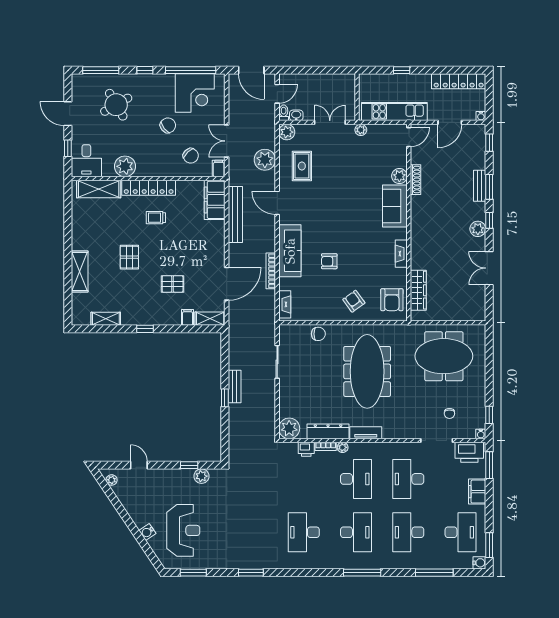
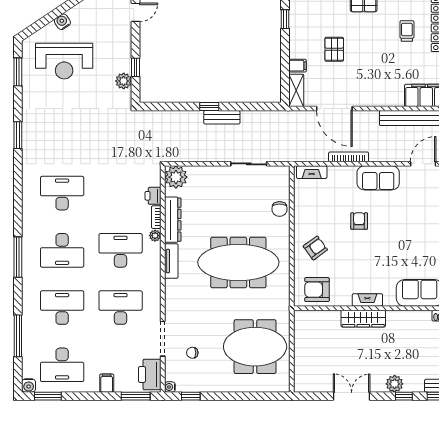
sofa: (290, 251) -> (378, 178), width x0.73
wardrobe: (418, 290) -> (363, 319), moved
meeting table: (444, 356) -> (255, 347), turned 90
desk: (356, 479) -> (121, 250), turned 180
filing cabinet: (477, 492) -> (107, 383), width x0.50

